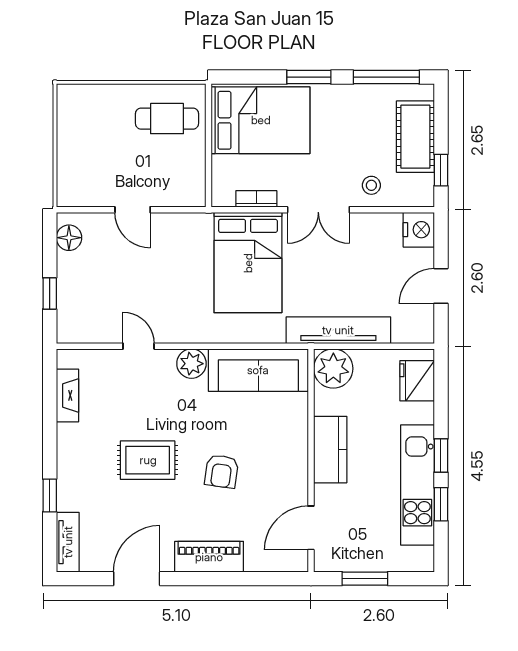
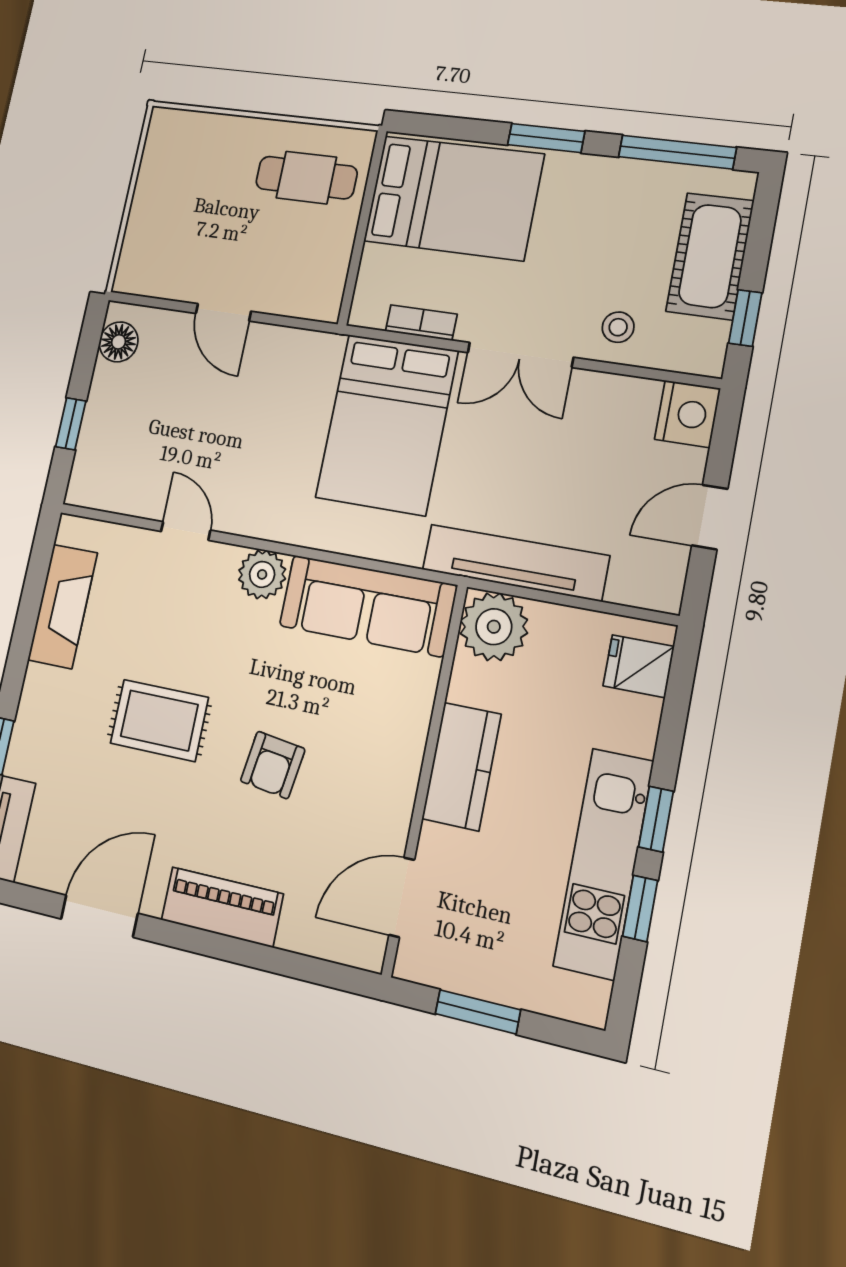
fridge: (417, 381) -> (639, 666), width x0.72
fireplace: (67, 395) -> (63, 606), width x1.37, depth x1.32

